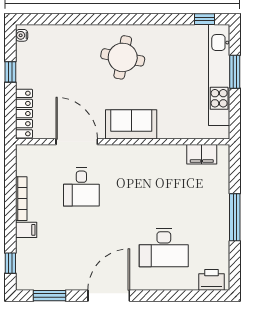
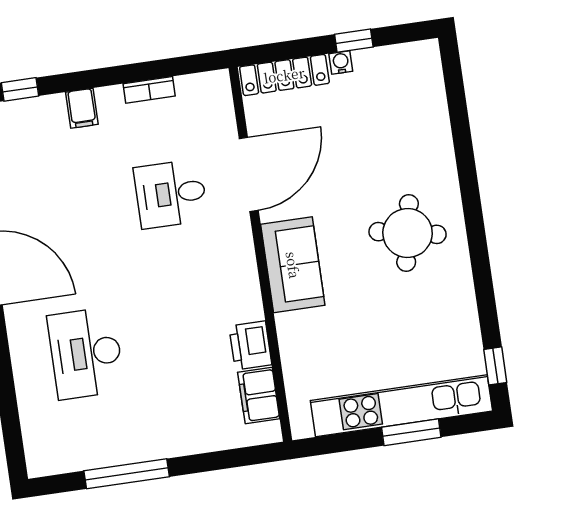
water cooler: (22, 35) -> (341, 62), moved
bookcase: (21, 199) -> (149, 90), width x0.64
window: (235, 217) -> (127, 474), moved
printer: (212, 280) -> (250, 345), moved, turned 180

